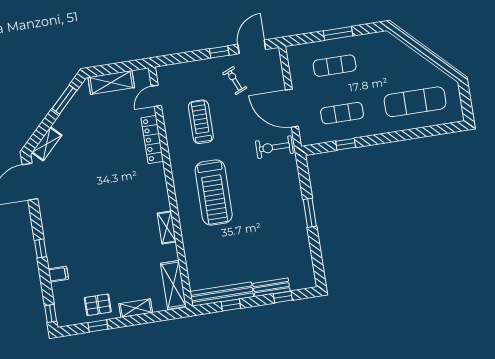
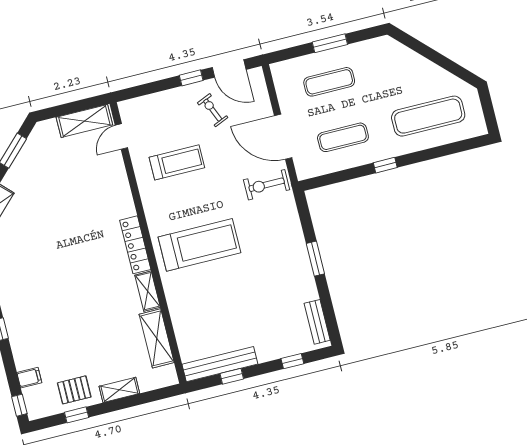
door: (252, 47) -> (229, 68), swing flipped
shelving: (111, 82) -> (84, 121), moved
treadmill: (201, 122) -> (177, 162), turned 90
locker: (152, 140) -> (135, 245), moved
window: (346, 144) -> (385, 165), moved
treadmill: (214, 193) -> (199, 245), turned -90
filing cabinet: (58, 274) -> (29, 378), moved
shelving: (173, 285) -> (157, 338), moved
bench: (271, 287) -> (317, 322), moved, turned 90

